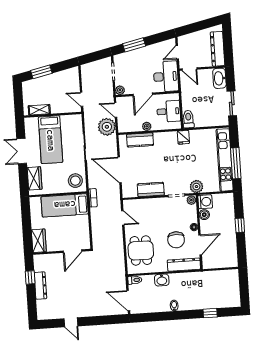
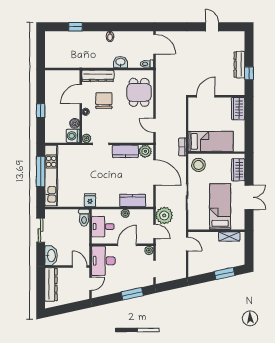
plant: (196, 187) -> (145, 151), moved

